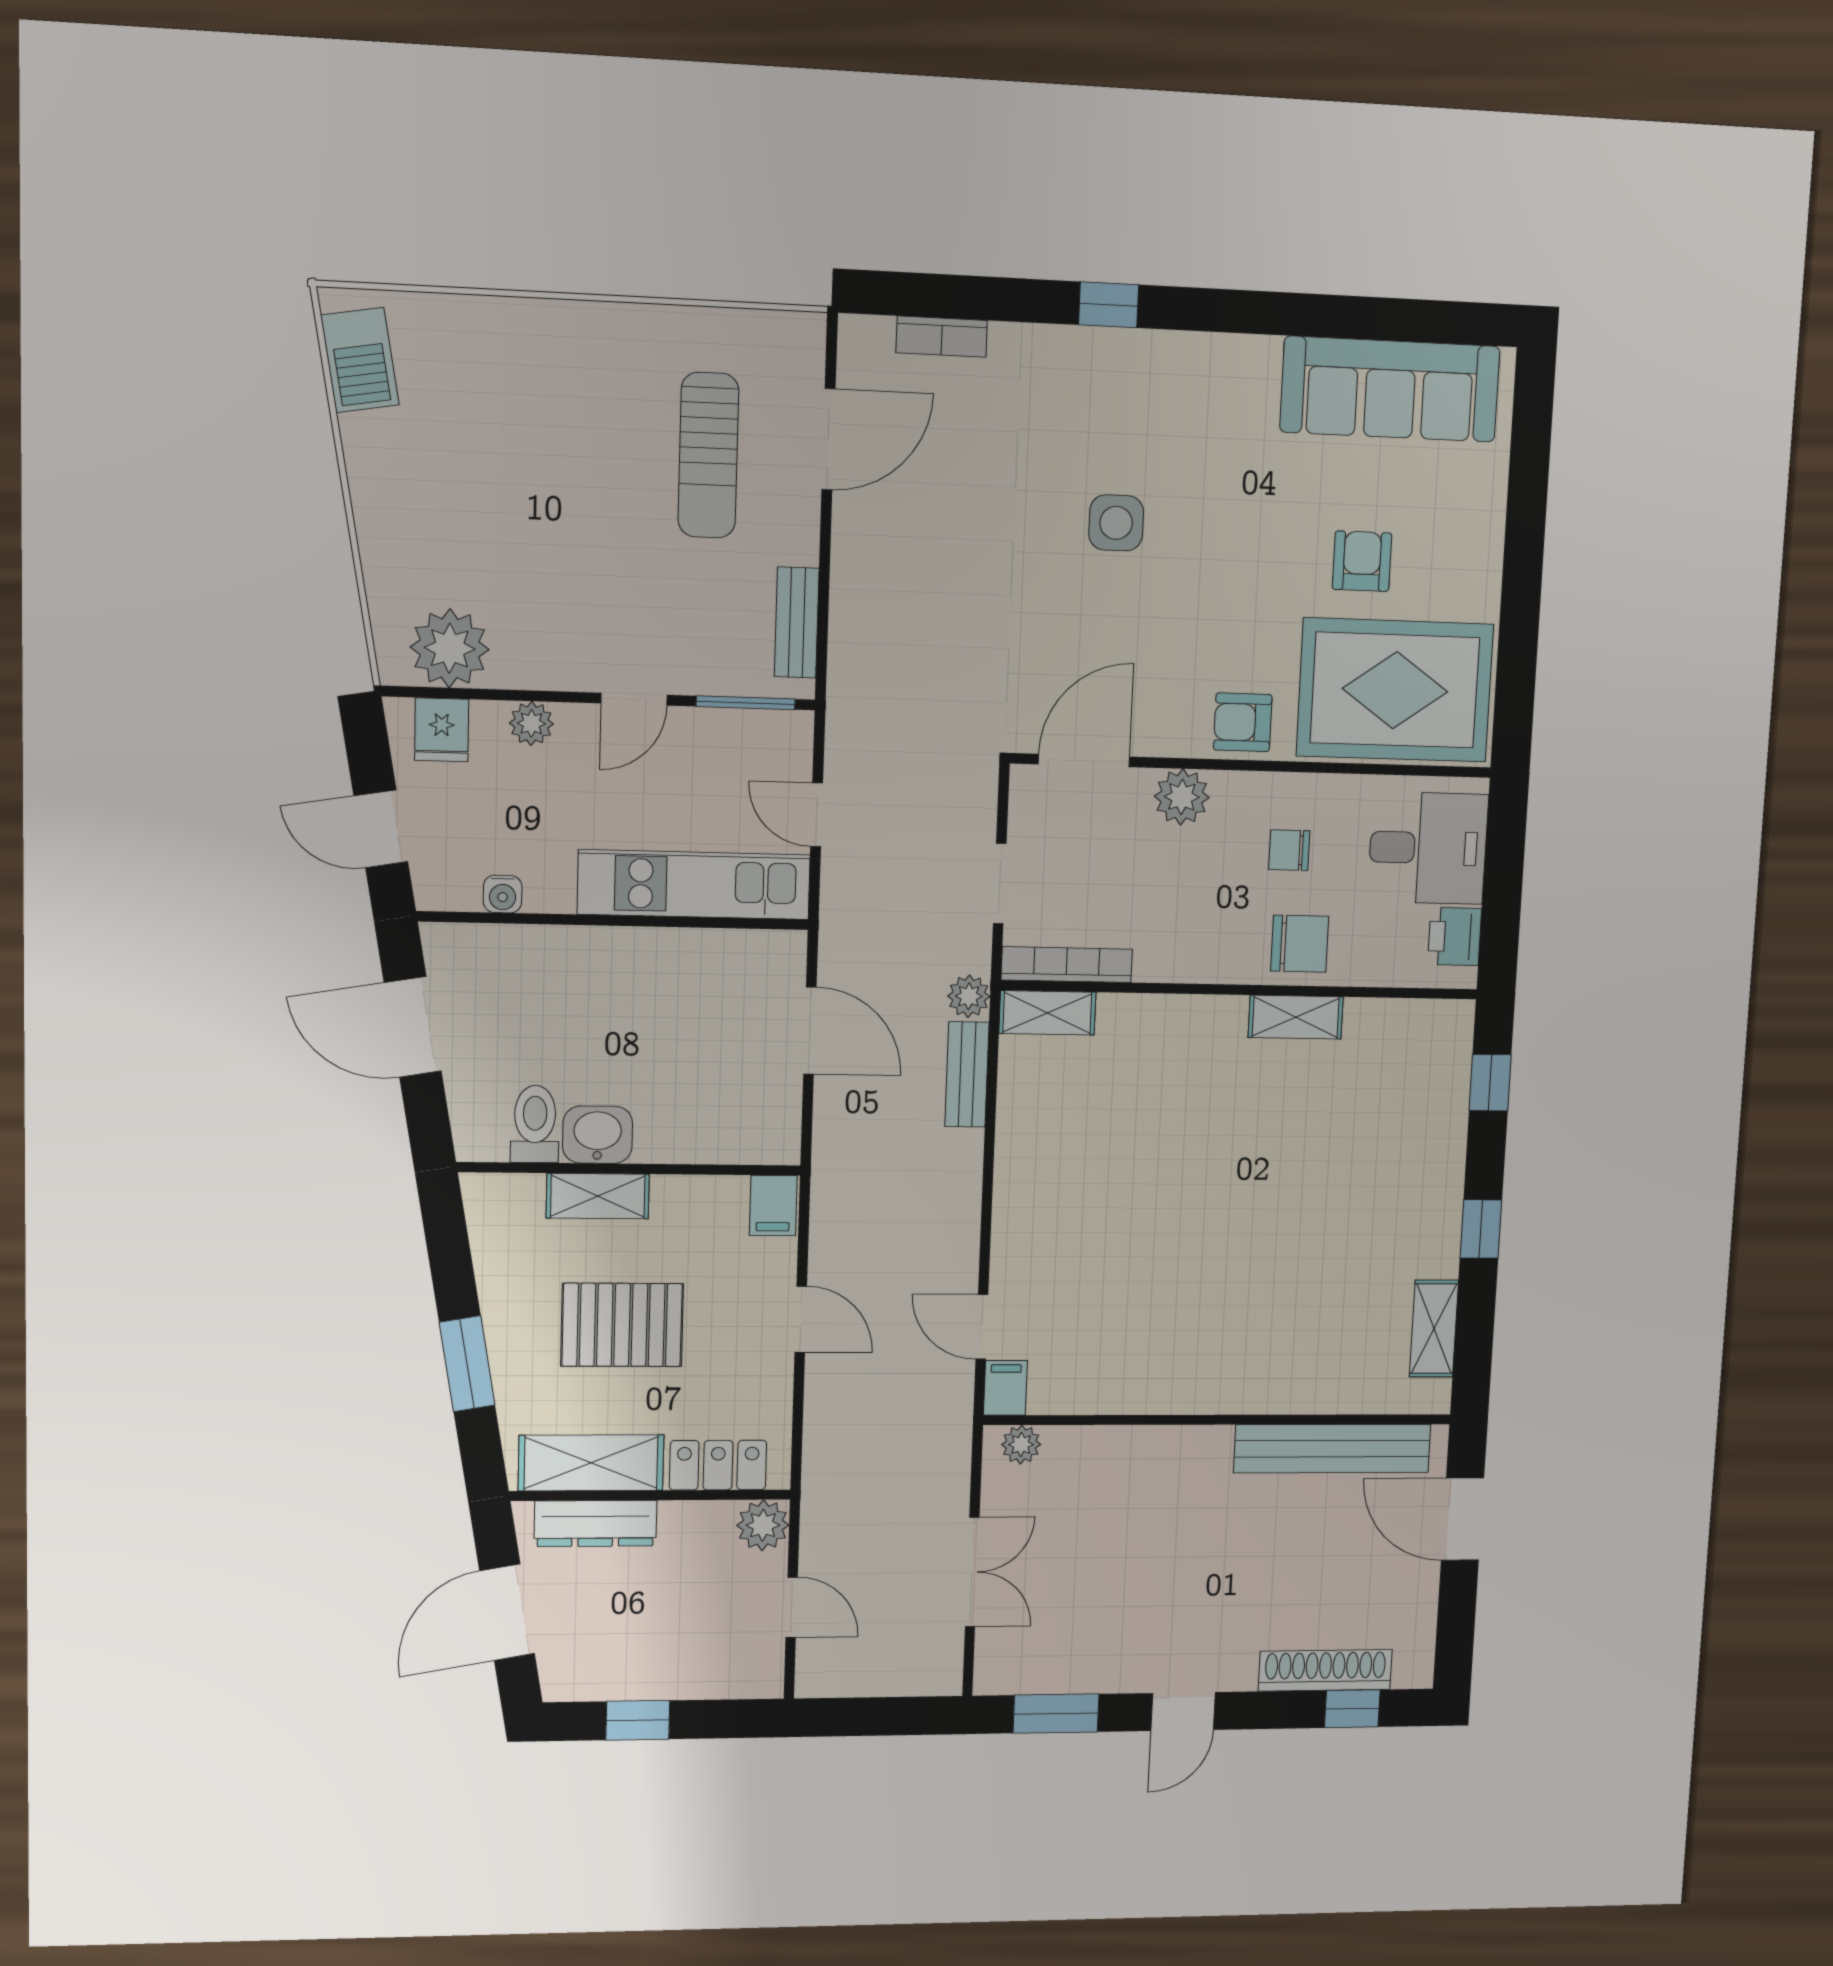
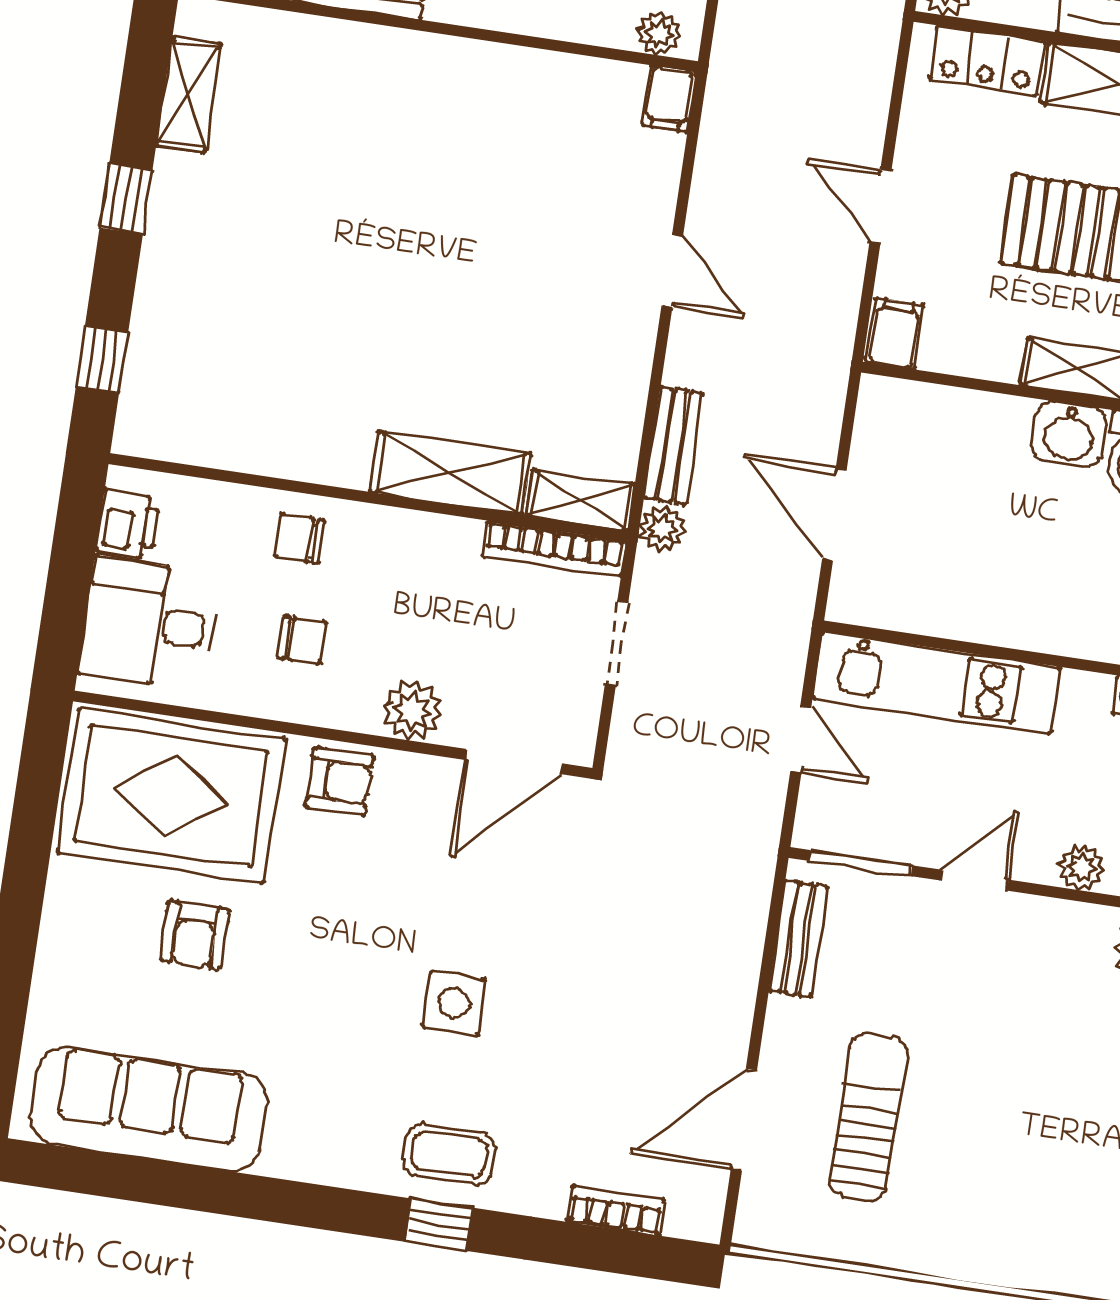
coffee table: (1106, 375) -> (449, 1154), added
chair: (1300, 944) -> (300, 539), width x0.73, depth x0.73
shelving: (1296, 1017) -> (450, 473), moved, width x1.50, depth x1.33
door: (982, 1327) -> (672, 271), moved

